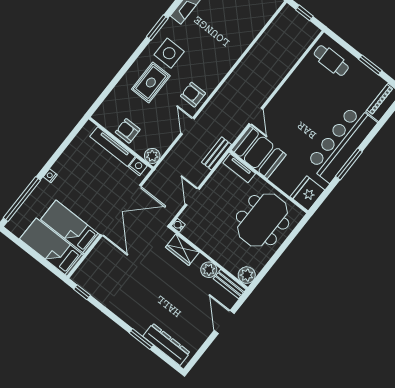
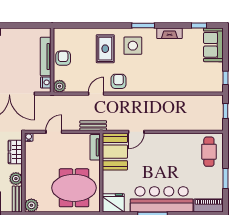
rug: (151, 82) -> (105, 49), turned 90

